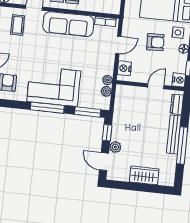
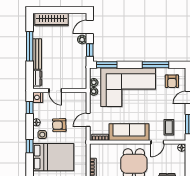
nightstand: (124, 68) -> (81, 102), removed
corner sofa: (54, 86) -> (128, 87), width x1.36, depth x1.36
door: (156, 86) -> (55, 91), hinge flipped
window: (47, 108) -> (155, 65), moved
door: (104, 162) -> (90, 27), swing flipped
wardrobe: (144, 175) -> (52, 20), width x1.50

